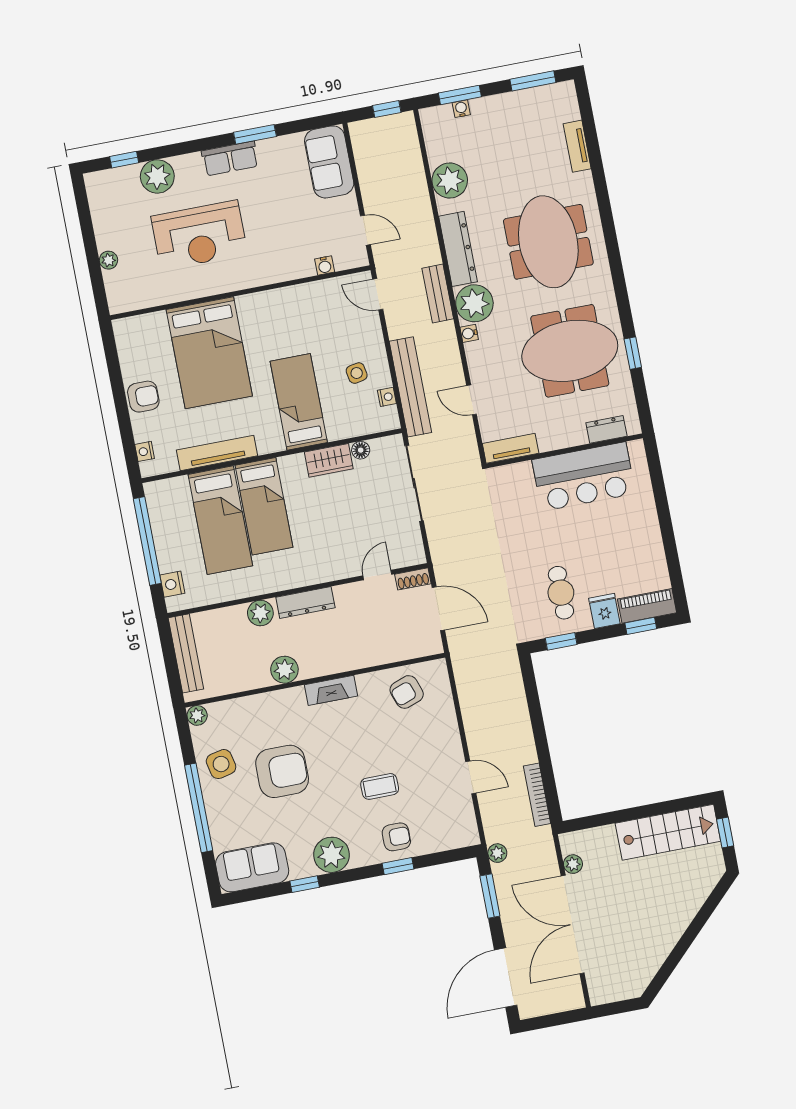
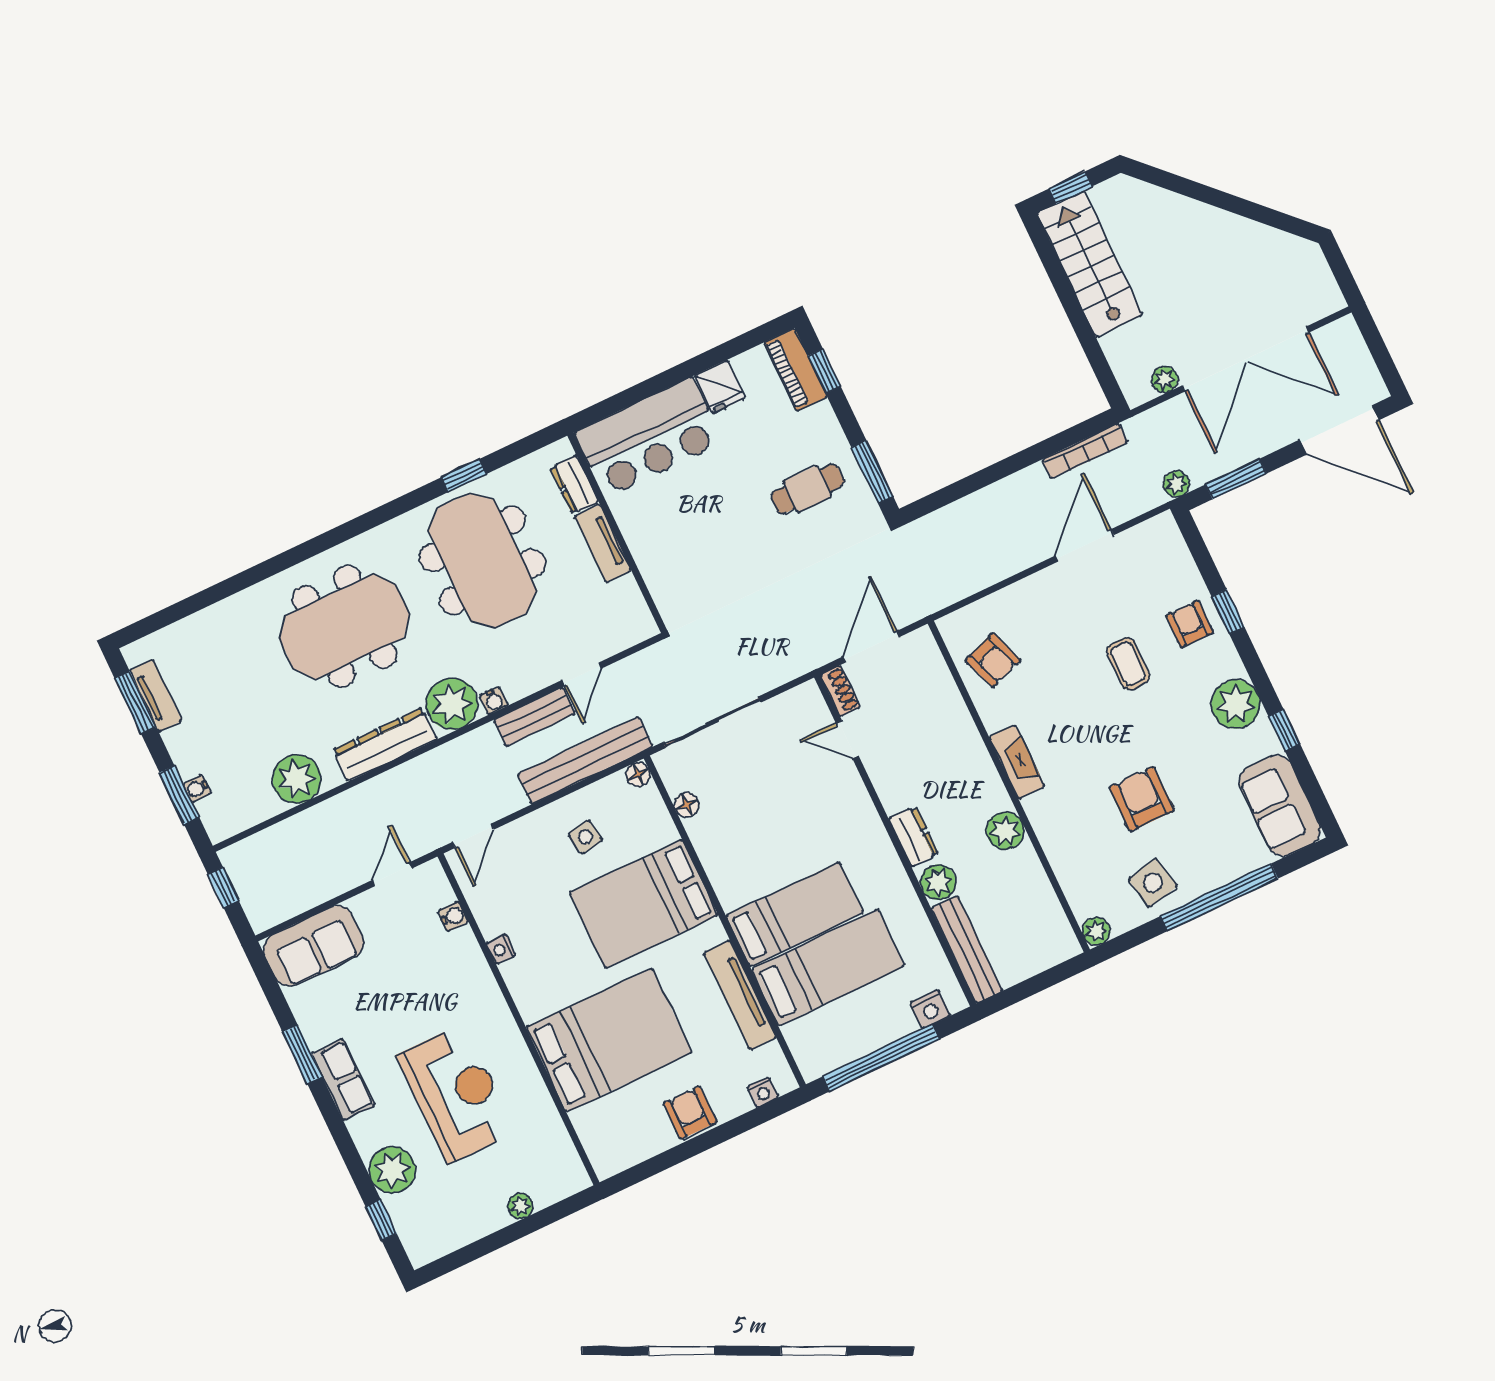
tv unit: (577, 146) -> (156, 696), moved, turned -90
bench: (438, 294) -> (534, 717), moved
nightstand: (387, 397) -> (501, 949), moved, turned -90
bed: (299, 402) -> (644, 904), width x1.50
floor lamp: (391, 421) -> (638, 774), added
tv unit: (511, 448) -> (603, 544), moved
wardrobe: (329, 460) -> (711, 844), removed
bar counter: (584, 477) -> (648, 438), moved, turned 90
dresser: (305, 602) -> (914, 836), width x0.70
fridge: (604, 611) -> (720, 387), moved, turned -90
window: (561, 641) -> (872, 472), width x1.50
bench: (186, 653) -> (967, 949), moved, turned 90
armchair: (282, 771) -> (1142, 799), width x0.73, depth x0.73
door: (471, 777) -> (1085, 545), width x1.38

